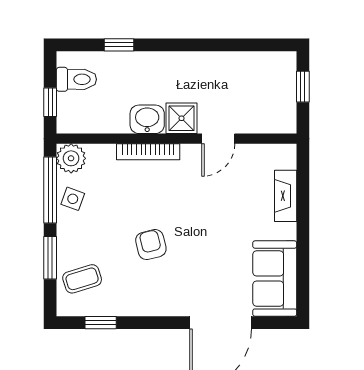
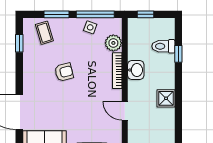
toilet: (76, 79) -> (163, 46), moved, turned 90
shower: (182, 118) -> (166, 98), moved
plant: (71, 158) -> (113, 43), moved

